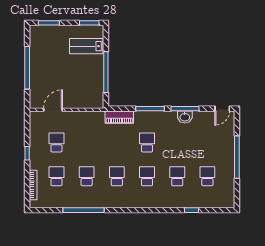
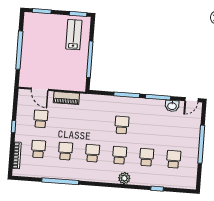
lab bench: (86, 46) -> (74, 35), turned 90
door: (53, 110) -> (40, 89), swing flipped
piano: (119, 117) -> (66, 98), moved
washbasin: (185, 117) -> (172, 106), moved
plant: (154, 201) -> (124, 178), added

